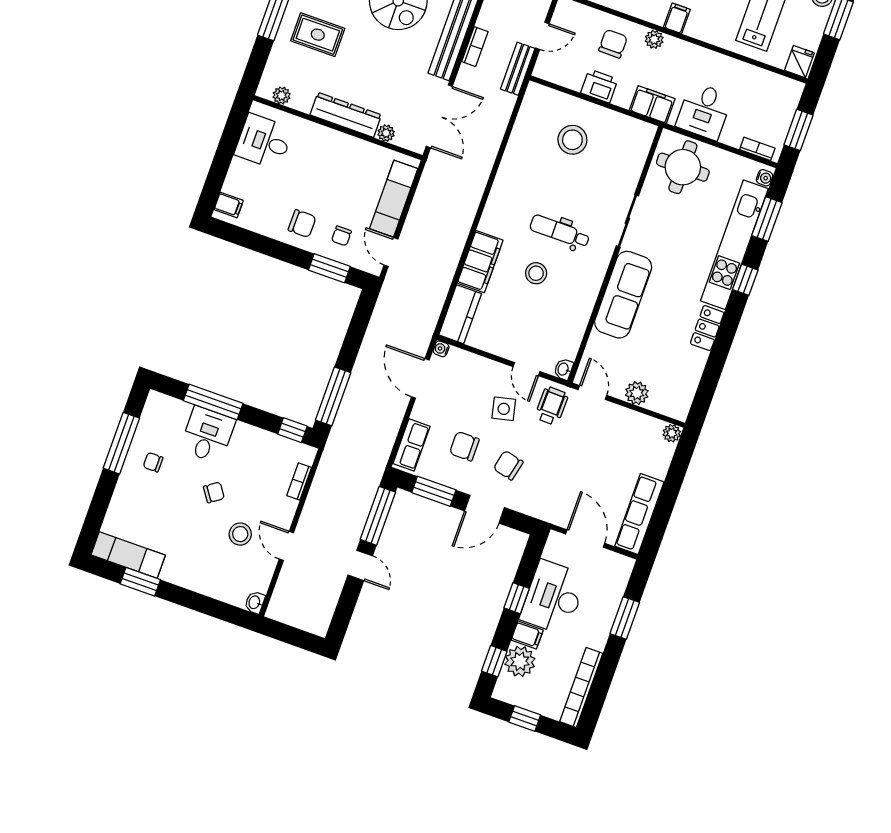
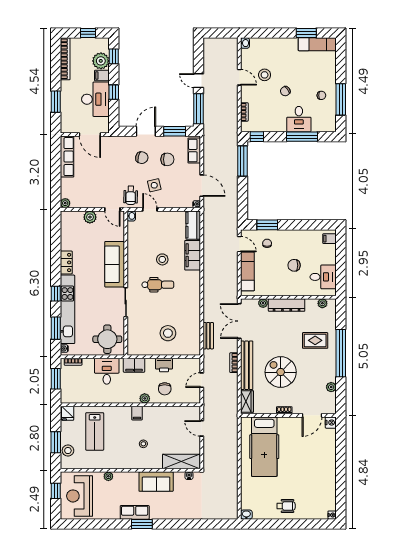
bench: (518, 69) -> (208, 336), moved
chair: (302, 224) -> (294, 265), moved

